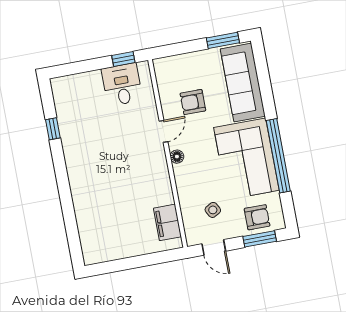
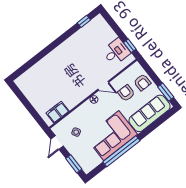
window: (53, 129) -> (84, 21), moved
armchair: (257, 217) -> (142, 82), moved

